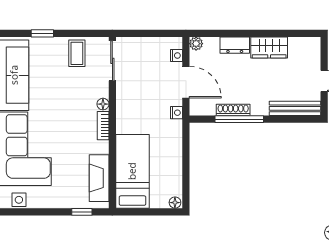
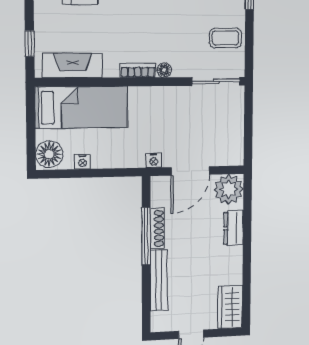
plant: (196, 44) -> (229, 189), width x1.88, depth x1.88
wardrobe: (269, 47) -> (230, 307), moved
nightstand: (176, 55) -> (82, 162), moved
bench: (295, 108) -> (159, 280), moved
floor lamp: (175, 203) -> (49, 154), width x1.89, depth x1.89

